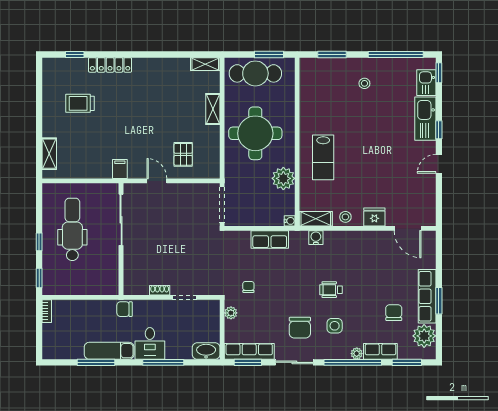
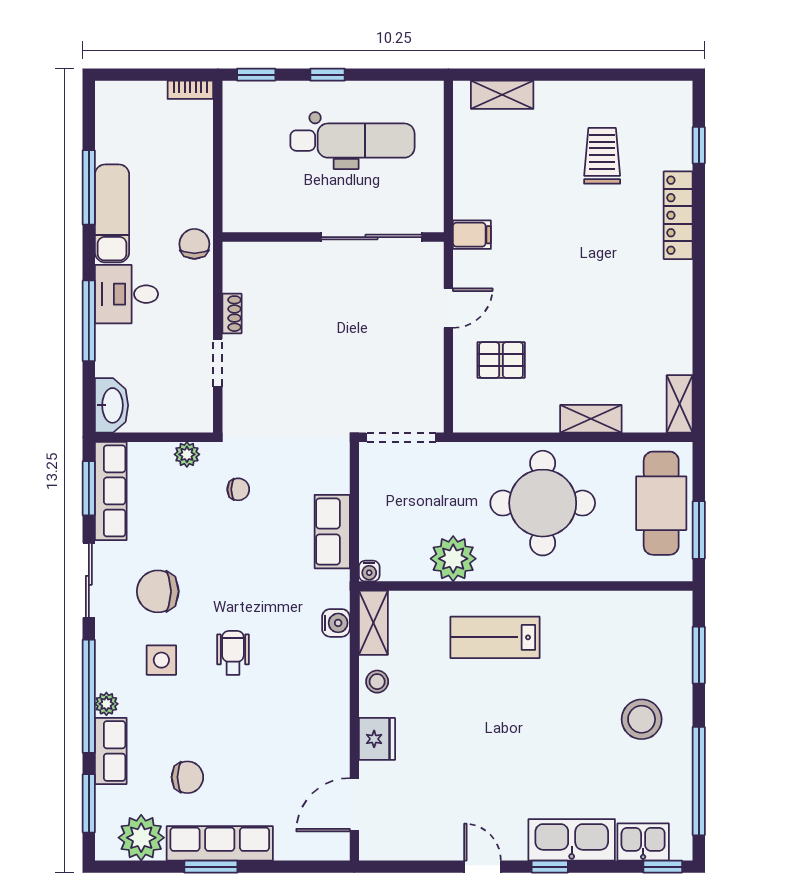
stool: (364, 83) -> (642, 719), width x1.89, depth x1.89

